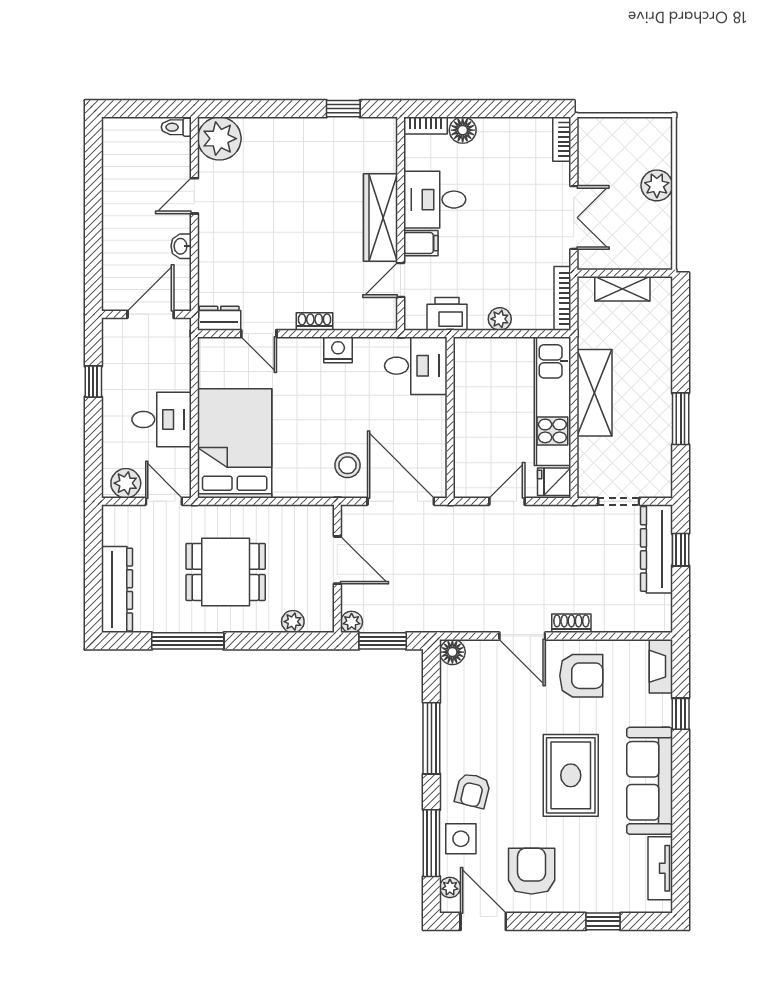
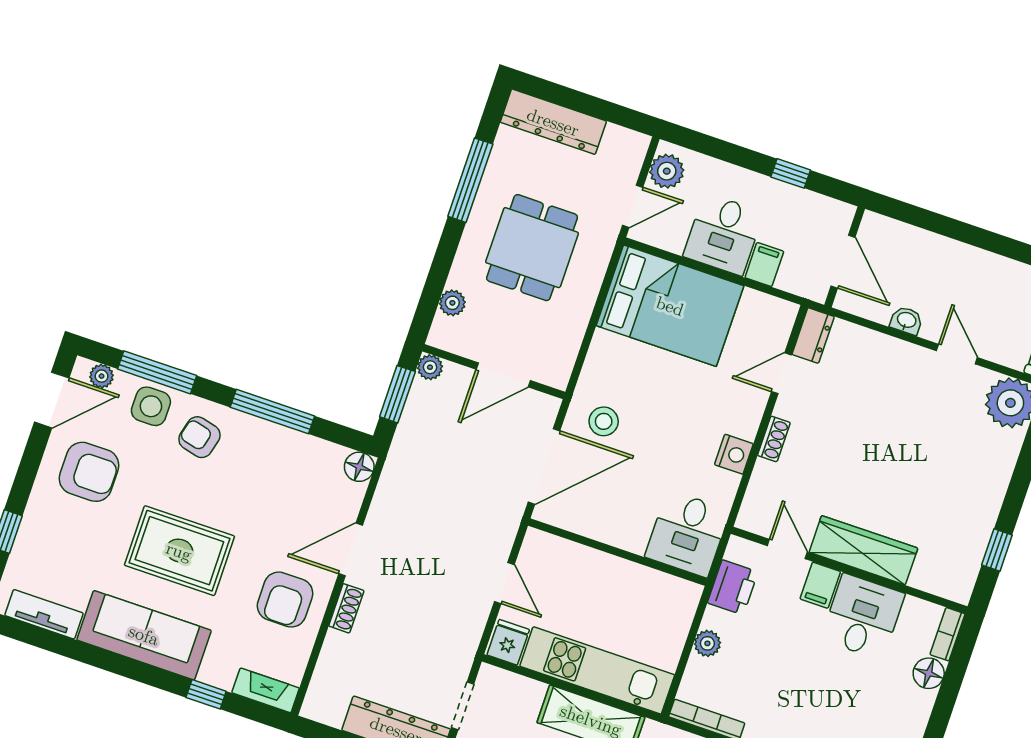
filing cabinet: (175, 378) -> (764, 265), added

